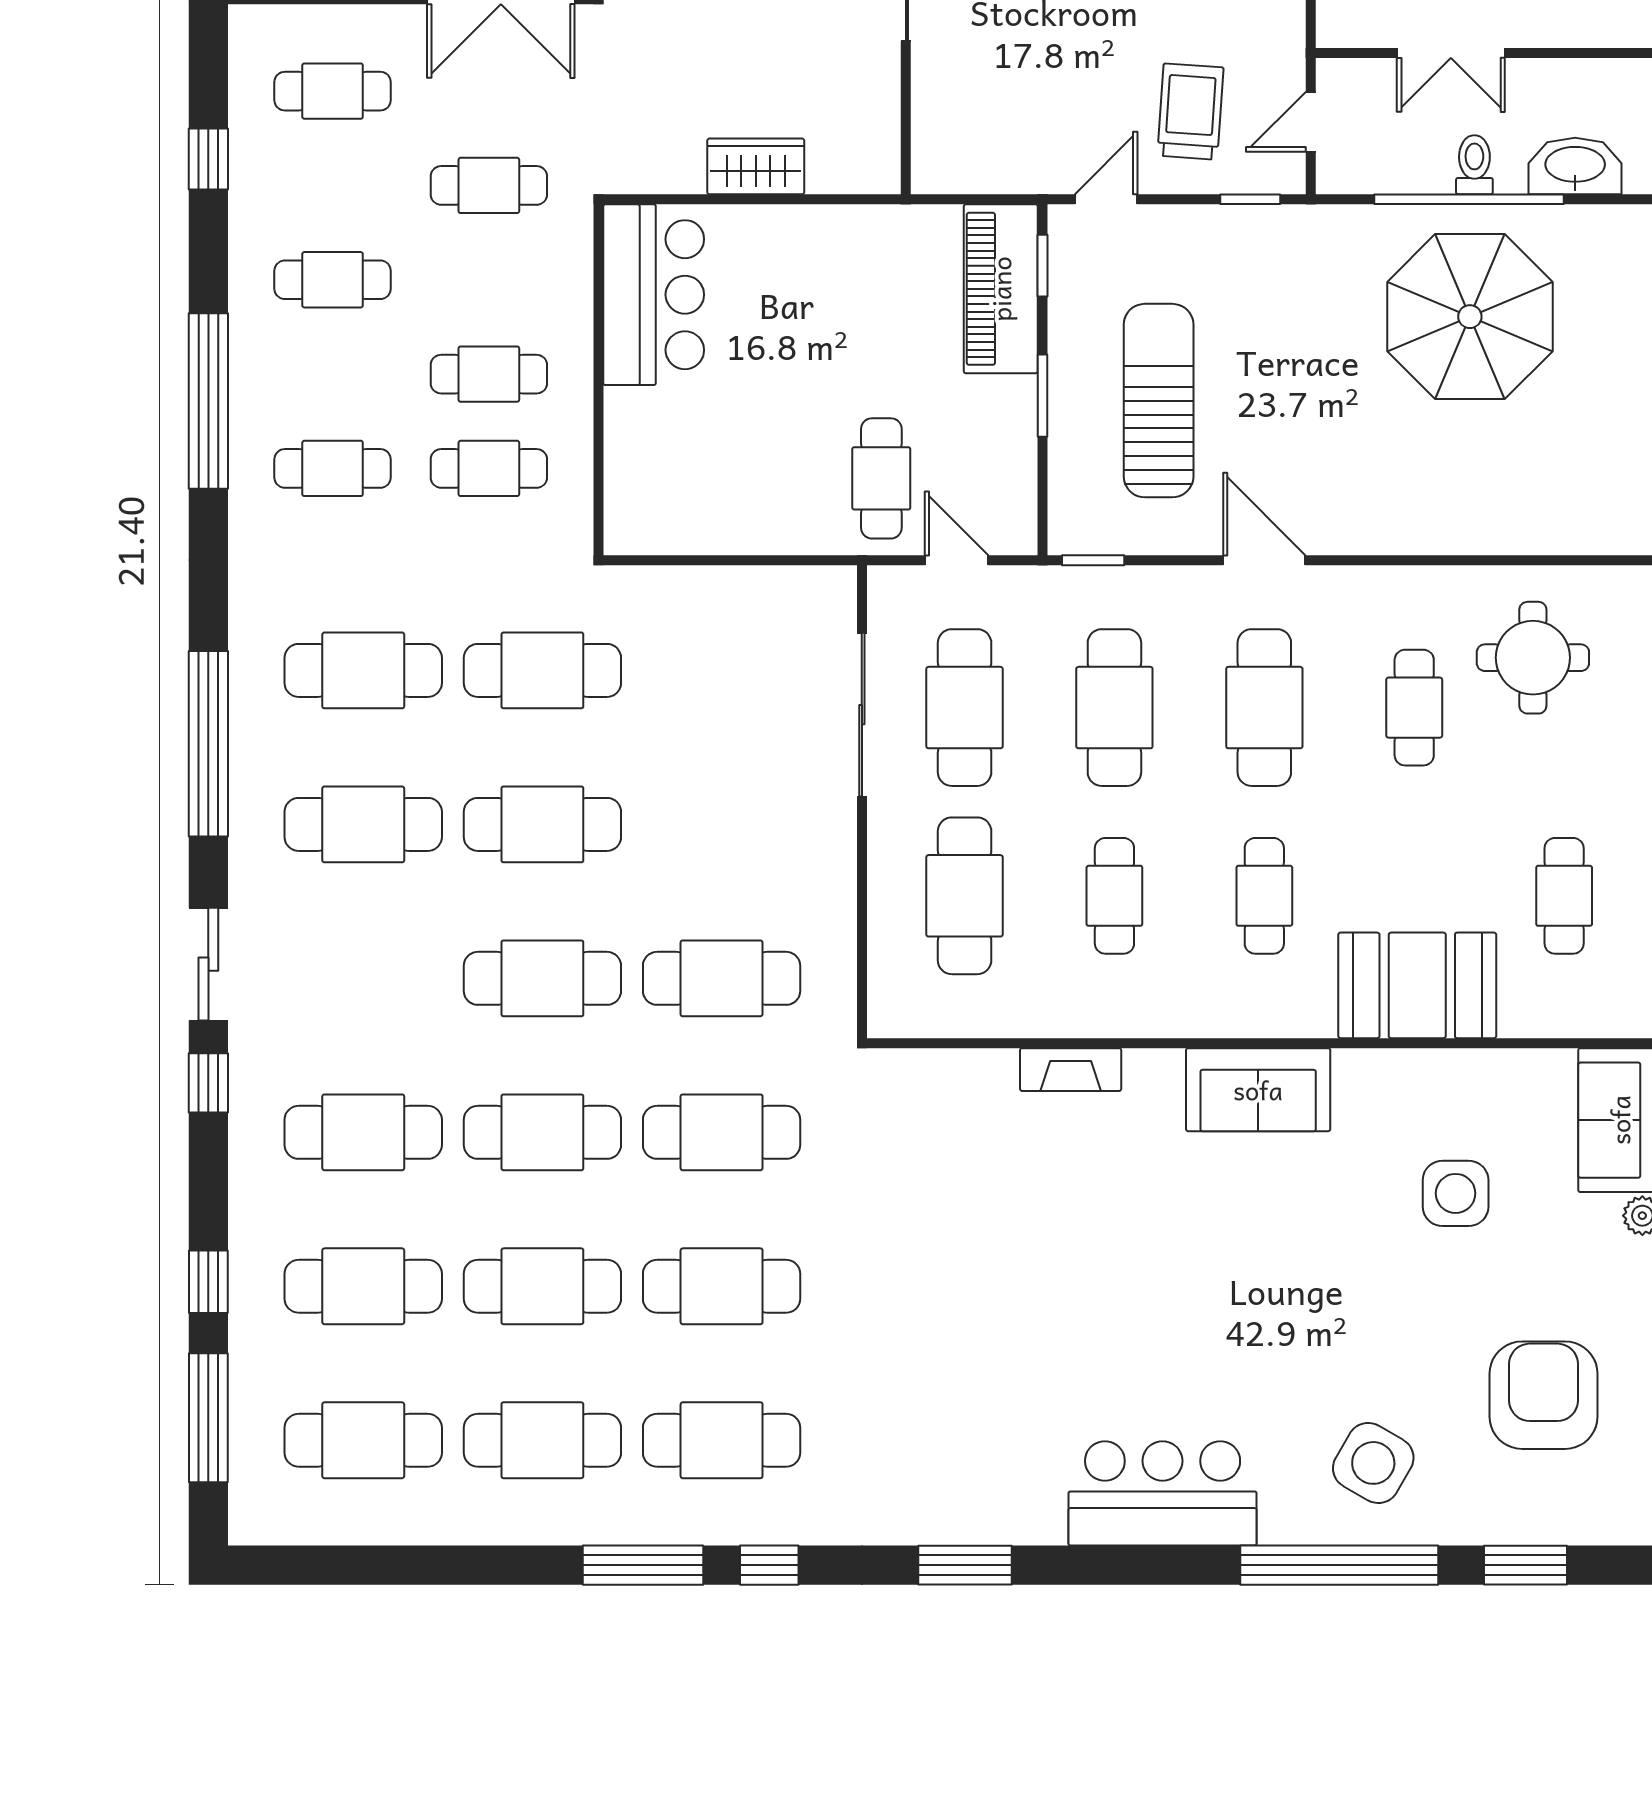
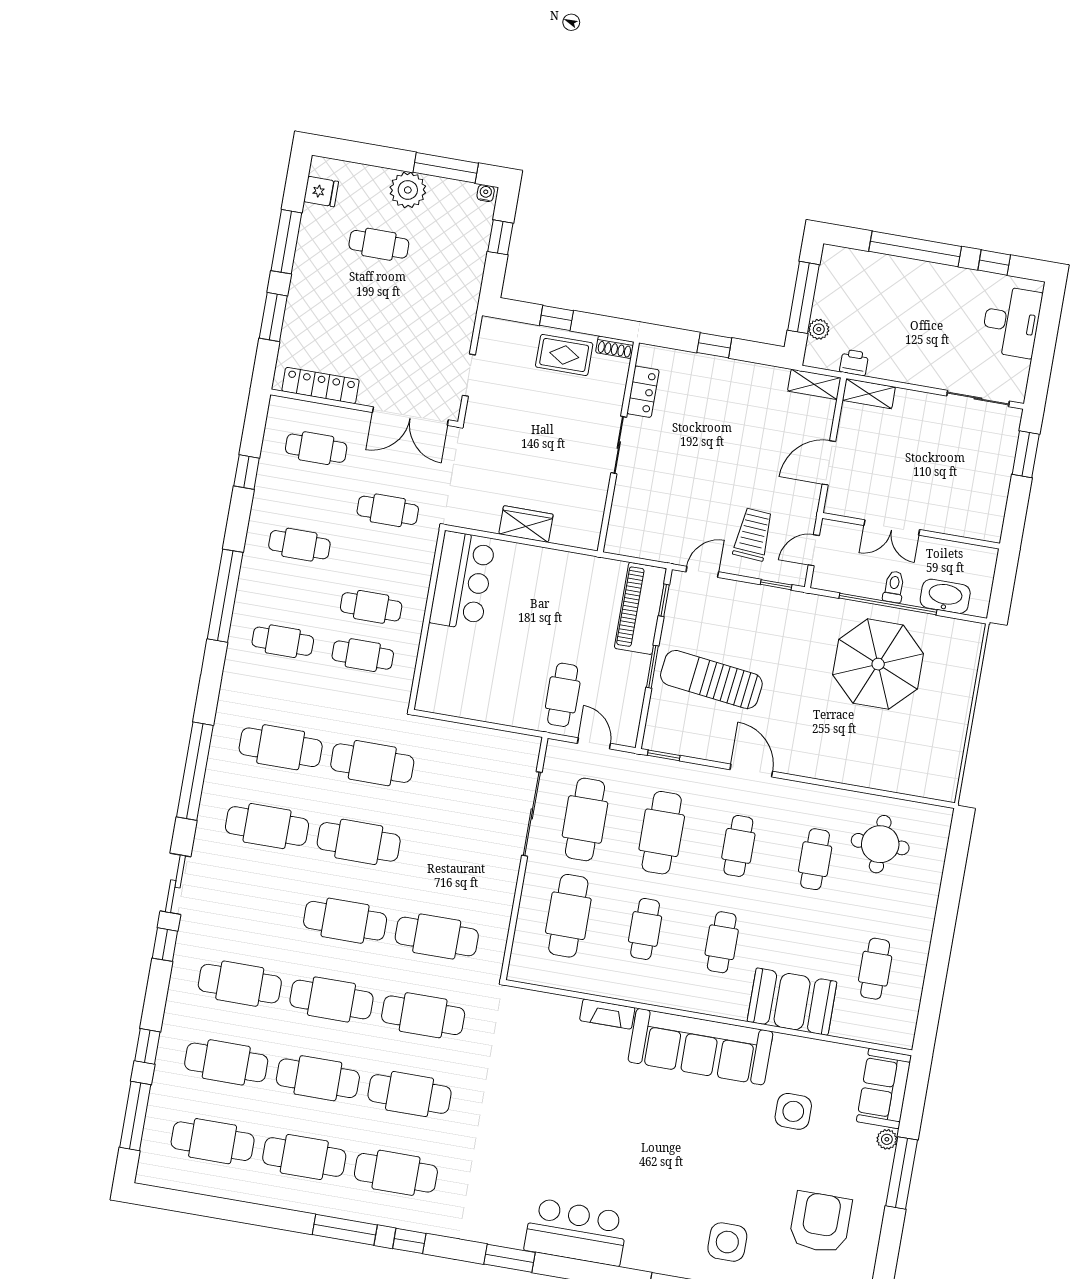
sun lounger: (1159, 401) -> (711, 679), turned -83
cafe table: (1264, 708) -> (738, 846), width x0.73, depth x0.74
sofa: (1258, 1090) -> (700, 1047), width x1.85, depth x1.27
side table: (1373, 1463) -> (727, 1242), turned -30
bar counter: (1163, 1493) -> (576, 1232), moved

